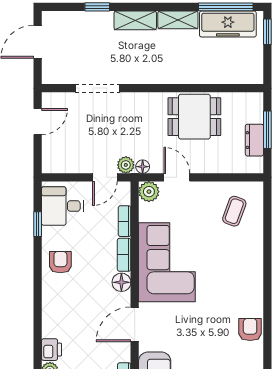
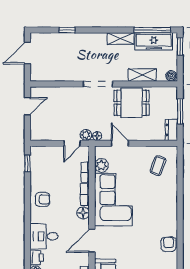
shelving: (135, 20) -> (142, 75), moved
boiler: (254, 76) -> (171, 76), added
doorway: (98, 88) -> (98, 84), moved
dresser: (254, 140) -> (171, 130), moved
plant: (149, 192) -> (101, 165), moved
desk: (62, 206) -> (44, 236), moved
window: (38, 224) -> (27, 163), moved
armchair: (60, 262) -> (43, 199), turned 90

